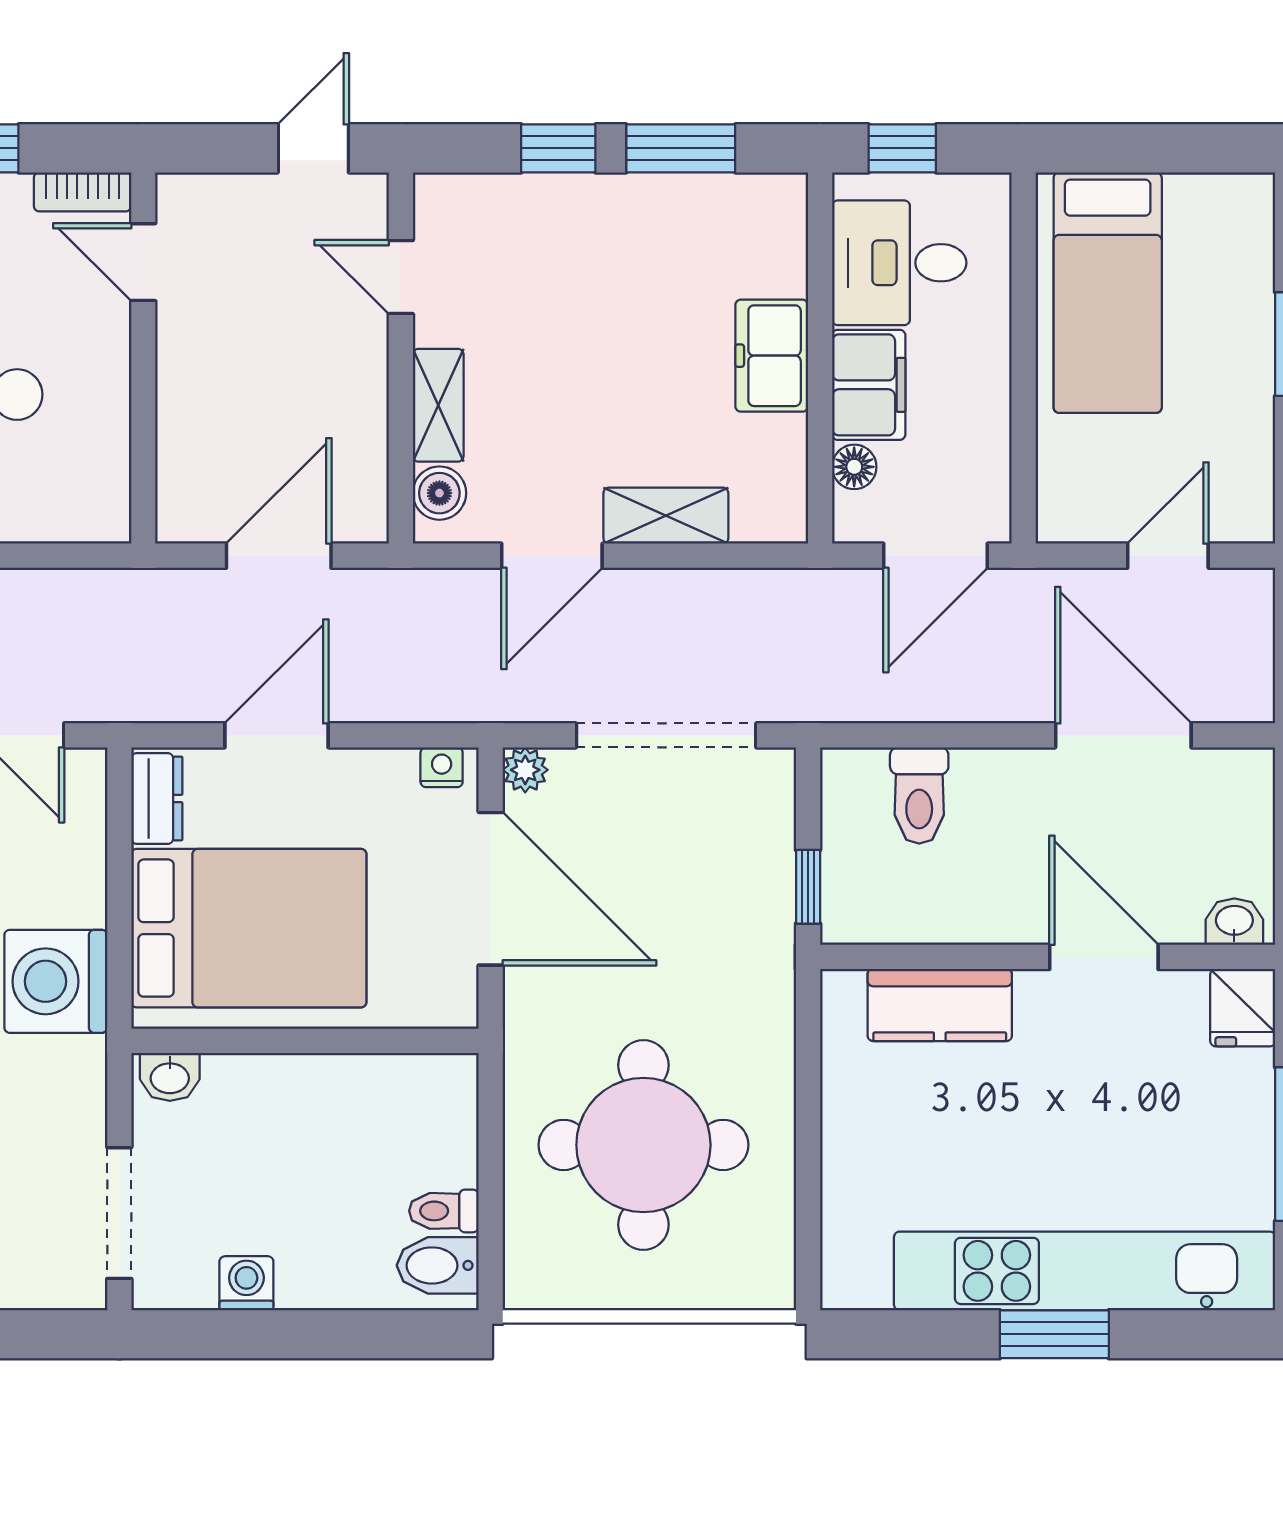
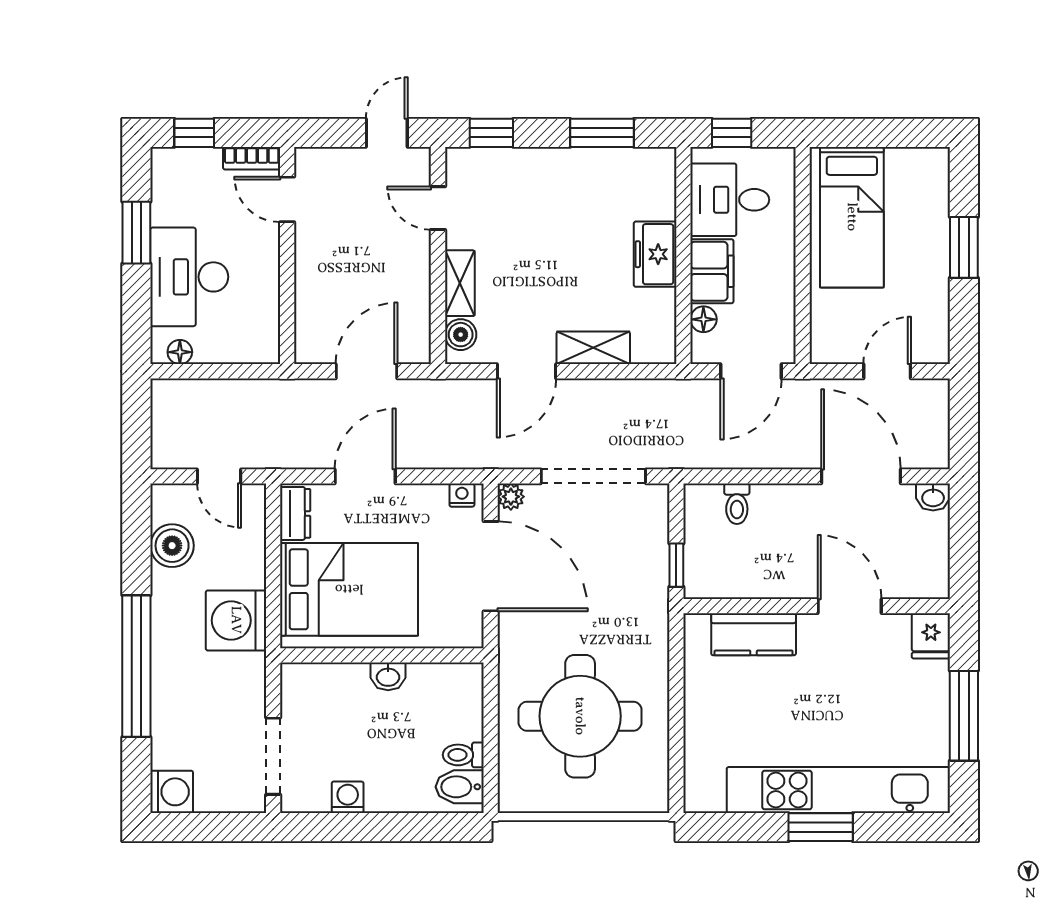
window: (558, 148) -> (491, 133), moved
toilet: (919, 795) -> (737, 504), width x0.73, depth x0.72
washbasin: (1234, 922) -> (933, 497), moved, turned 180
washbasin: (170, 1077) -> (388, 676), moved

